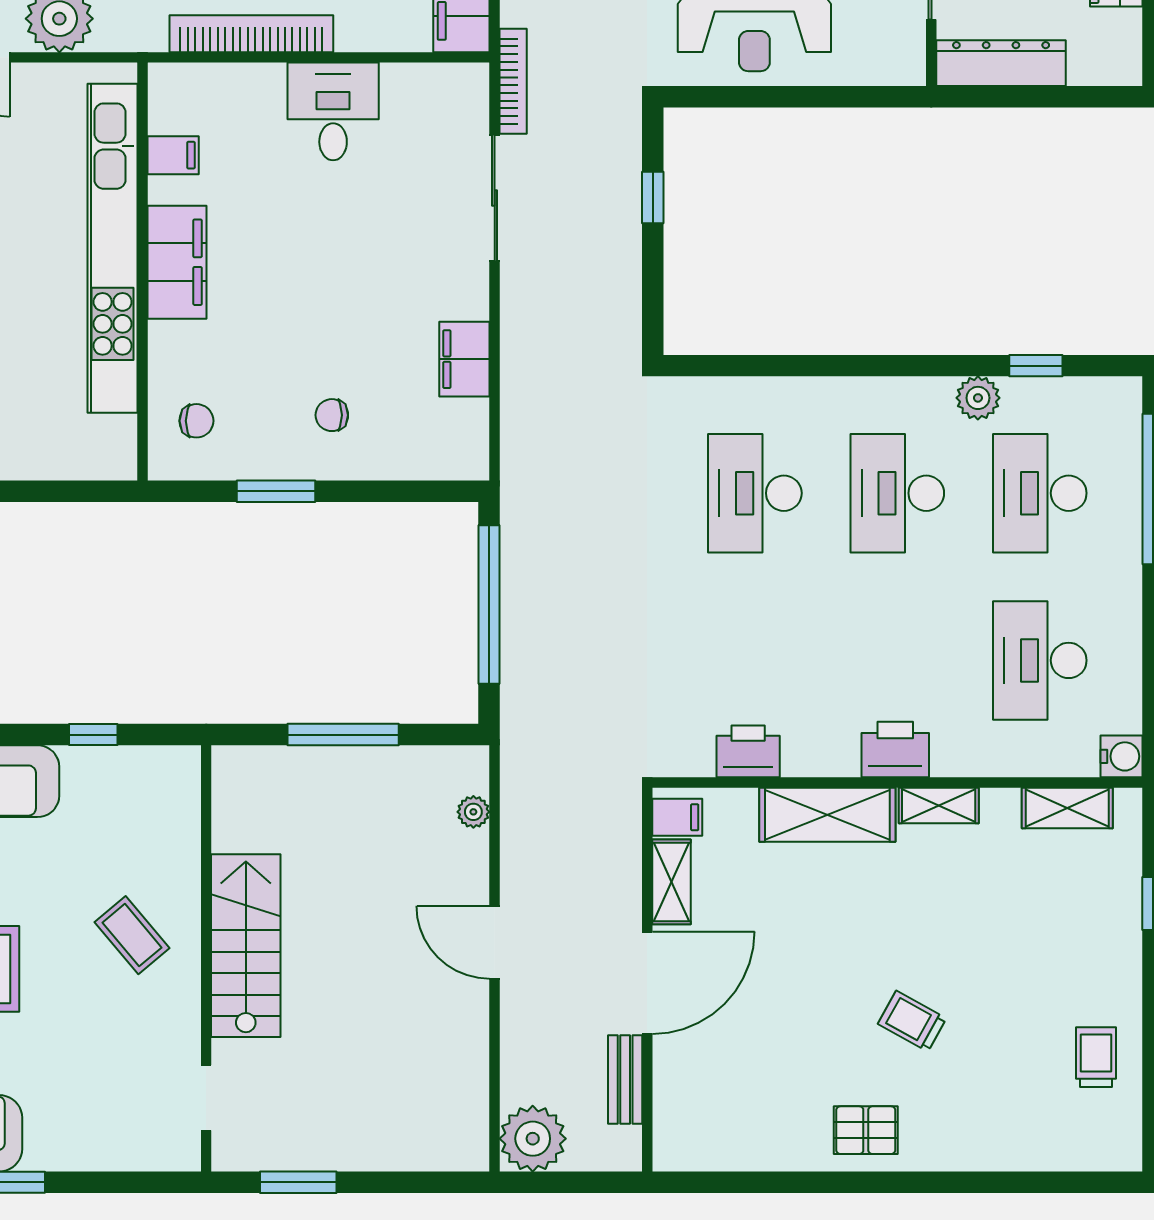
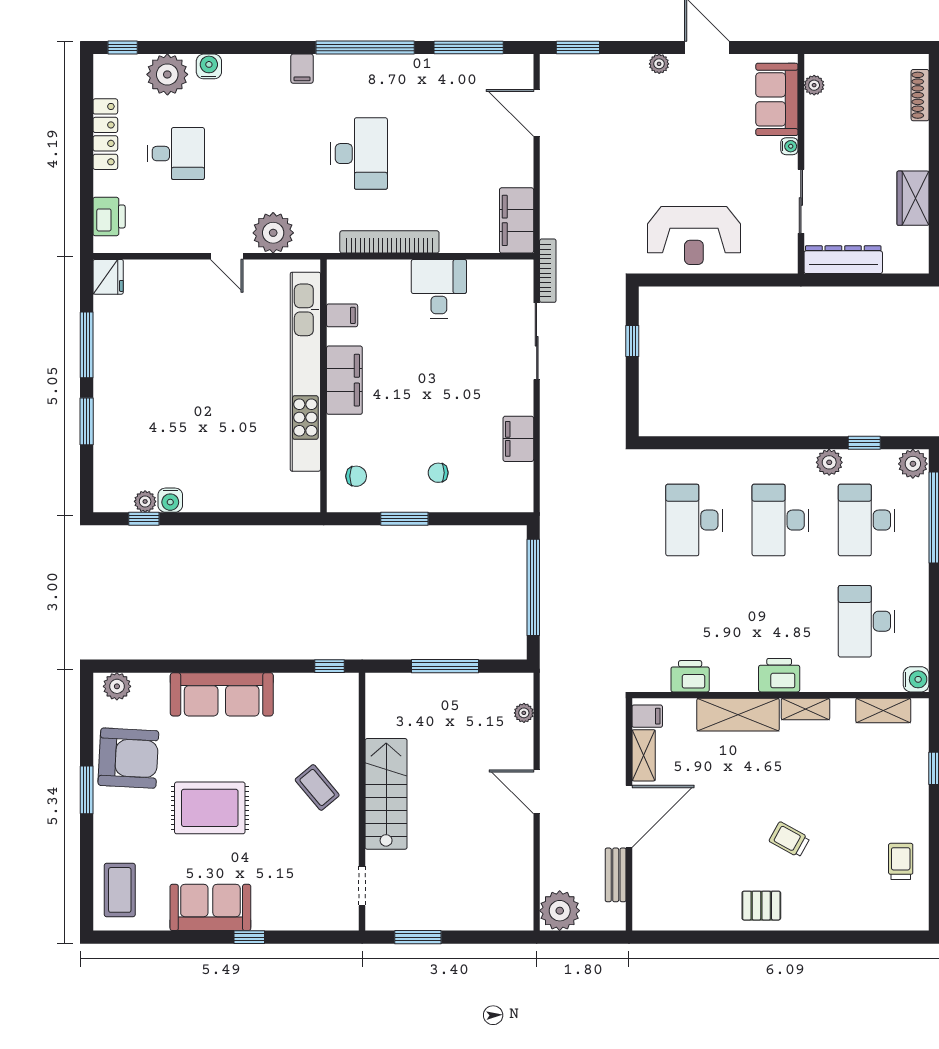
plant: (1116, 400) -> (913, 464), added
window: (93, 735) -> (330, 666), moved

